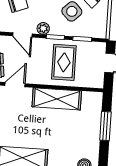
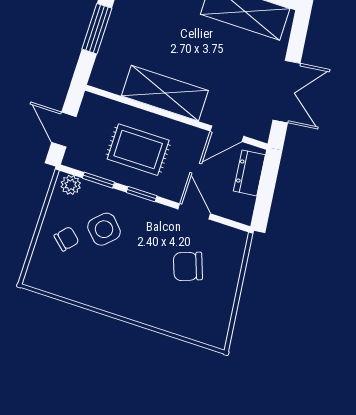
plant: (43, 28) -> (71, 185), moved
rug: (64, 62) -> (138, 150), turned 90

